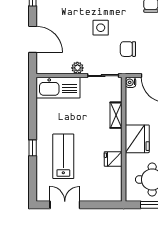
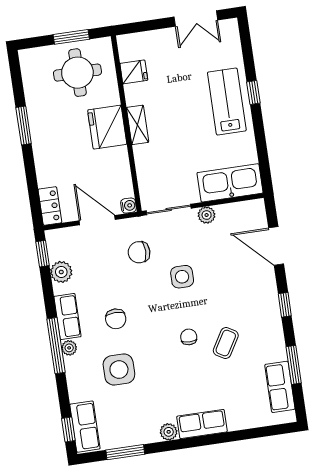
chair: (128, 49) -> (139, 252), turned 180
shelving: (116, 115) -> (138, 125), moved
lab bench: (63, 156) -> (227, 102), moved, turned 180
fridge: (113, 159) -> (134, 72), moved

